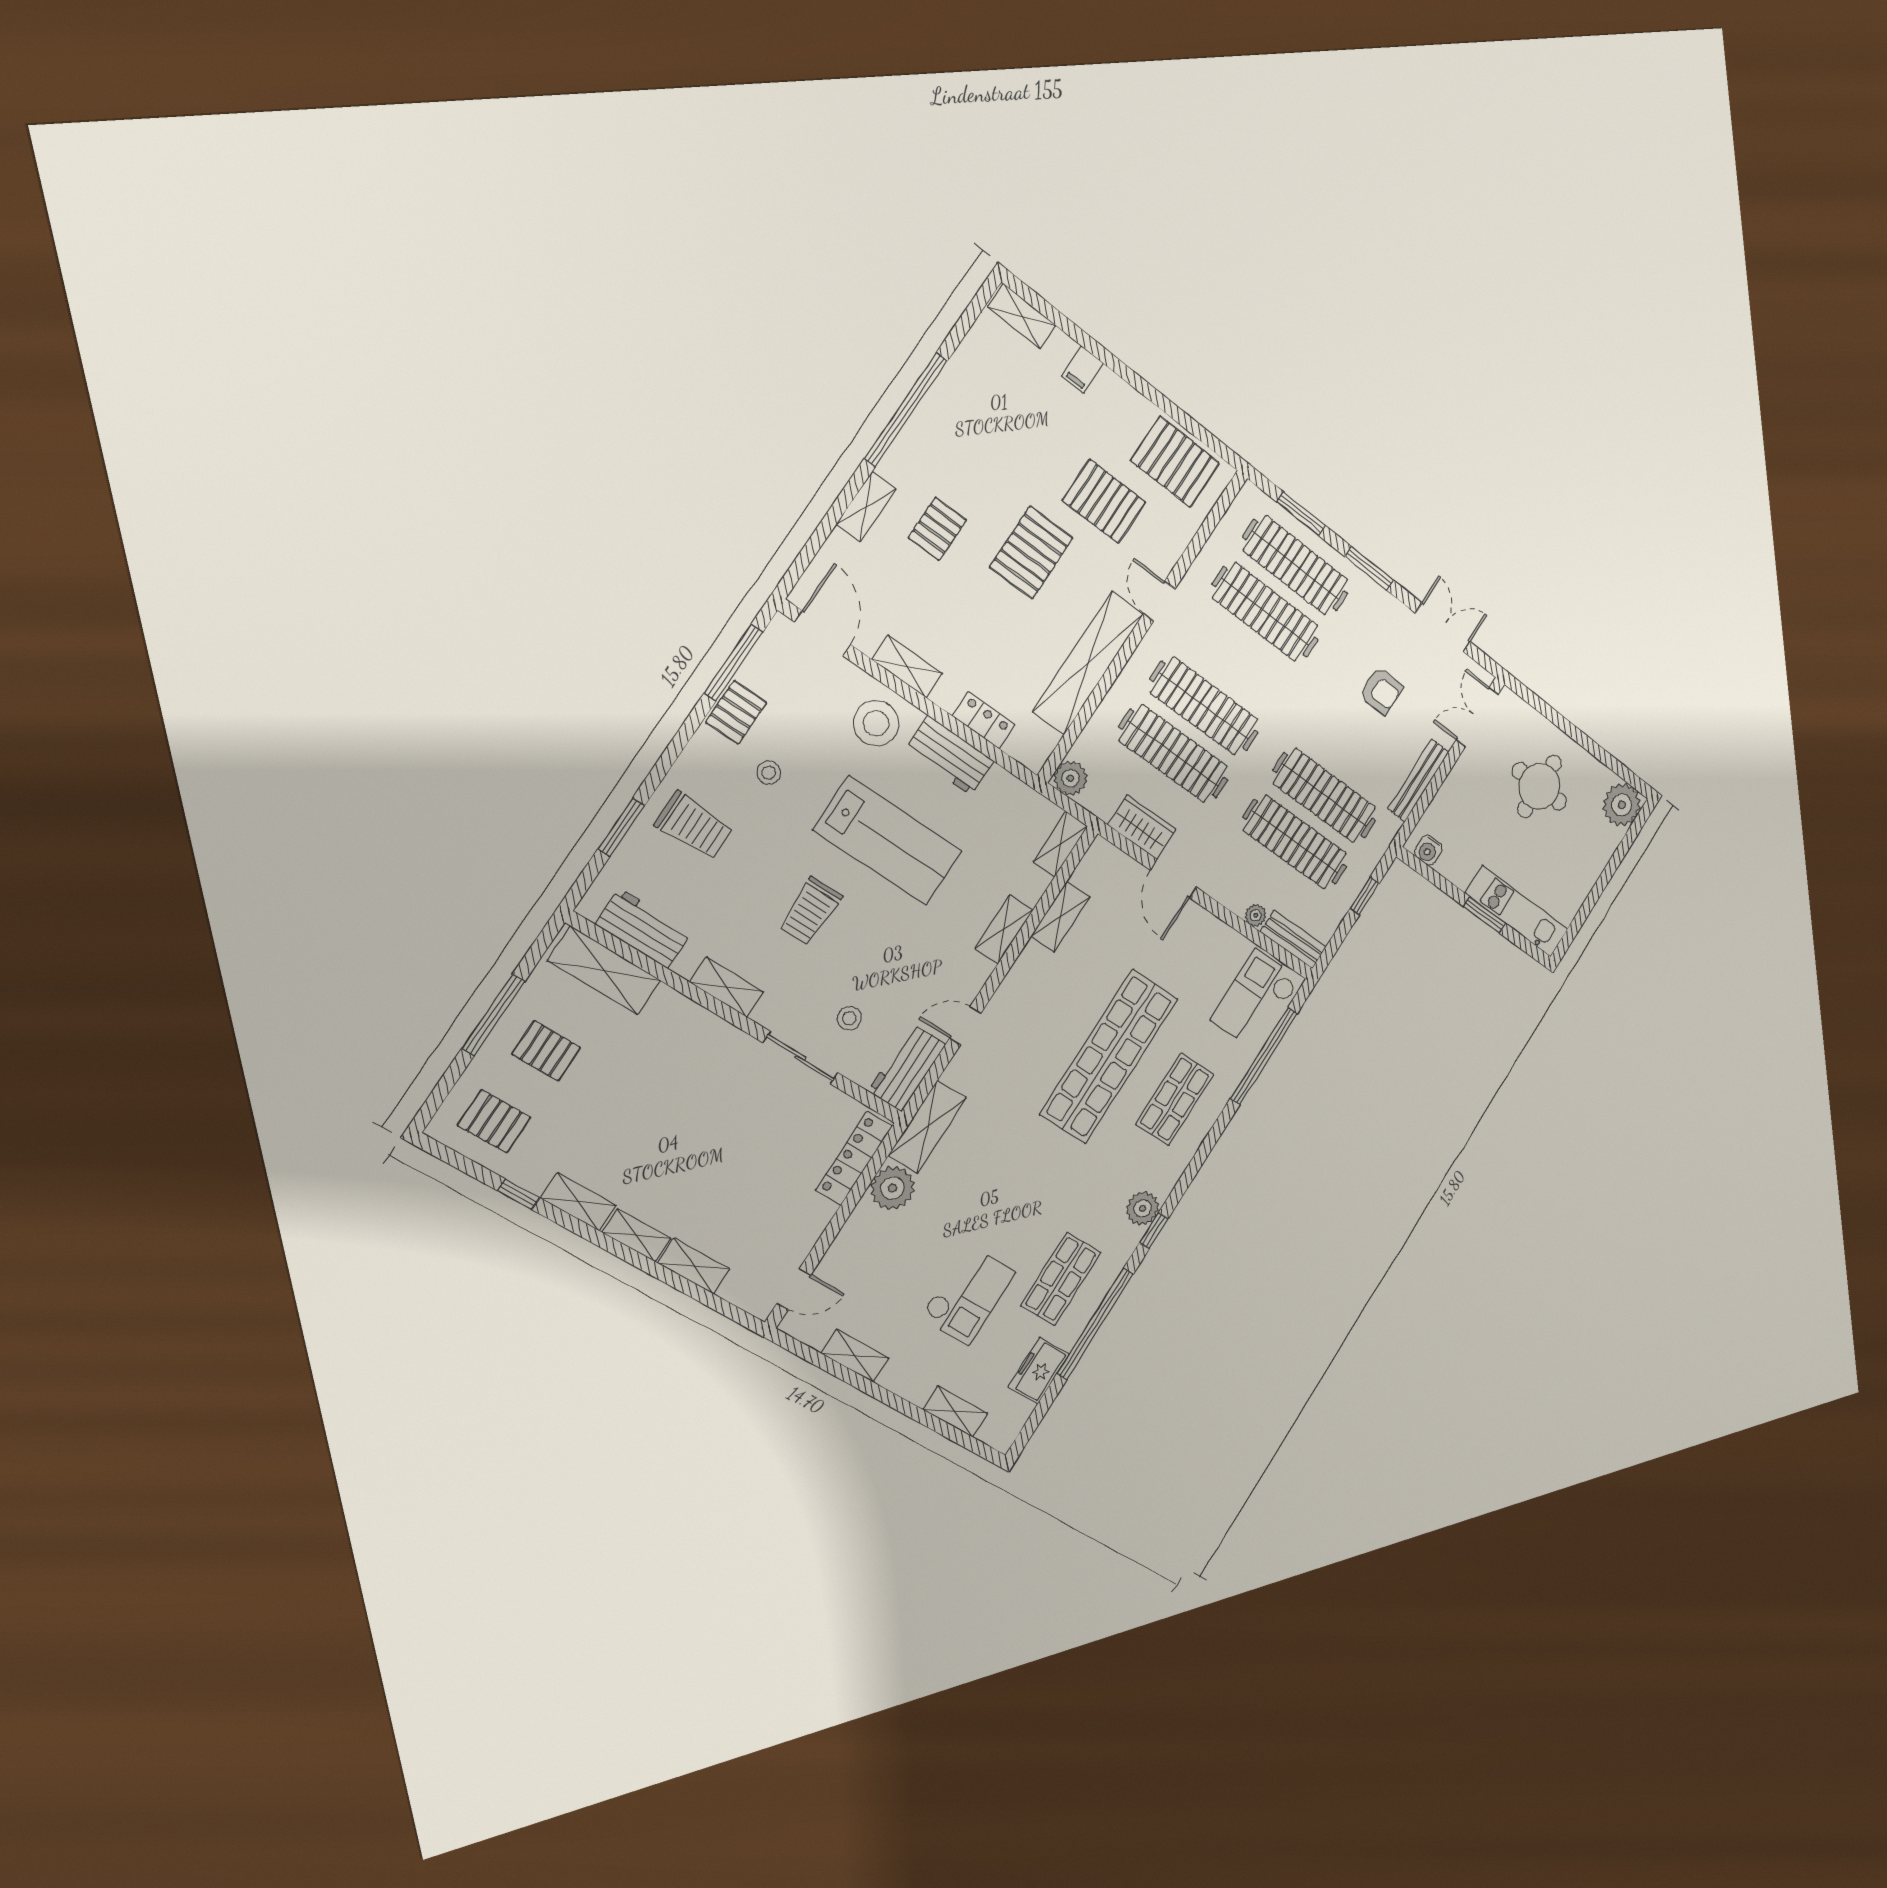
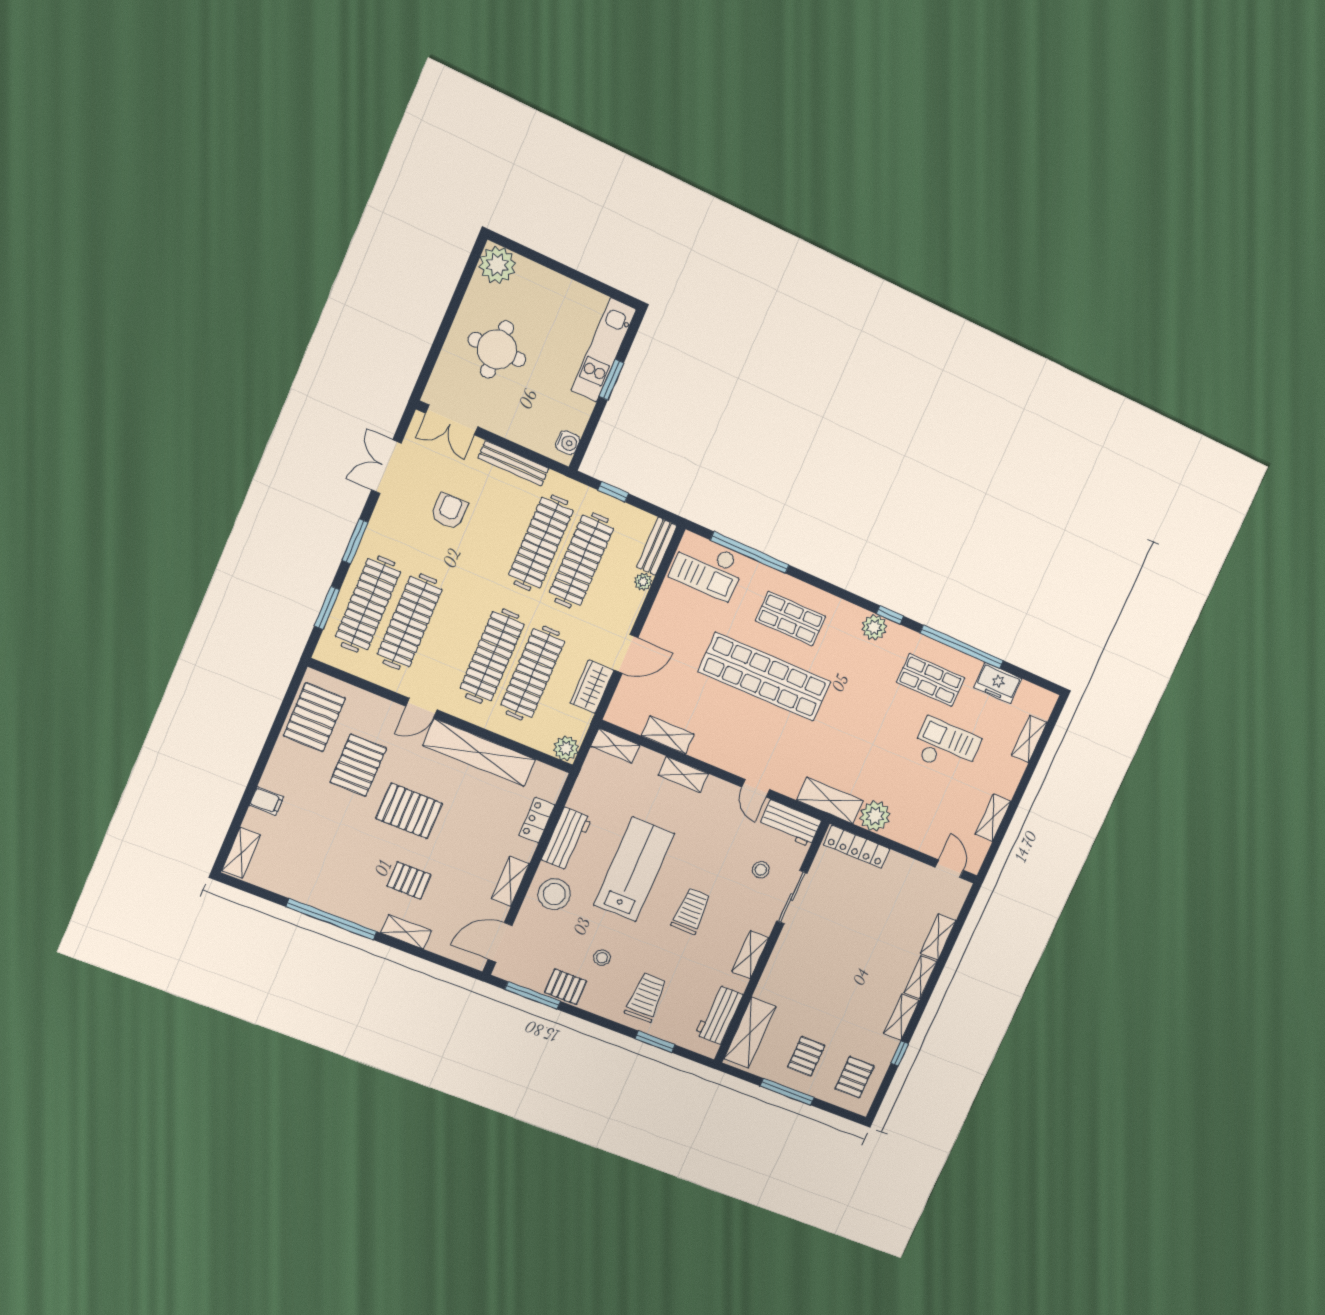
trolley: (811, 911) -> (691, 911), turned -90

